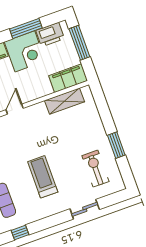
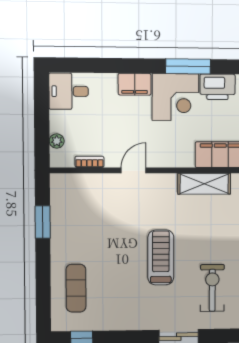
treadmill: (43, 177) -> (161, 257), moved

